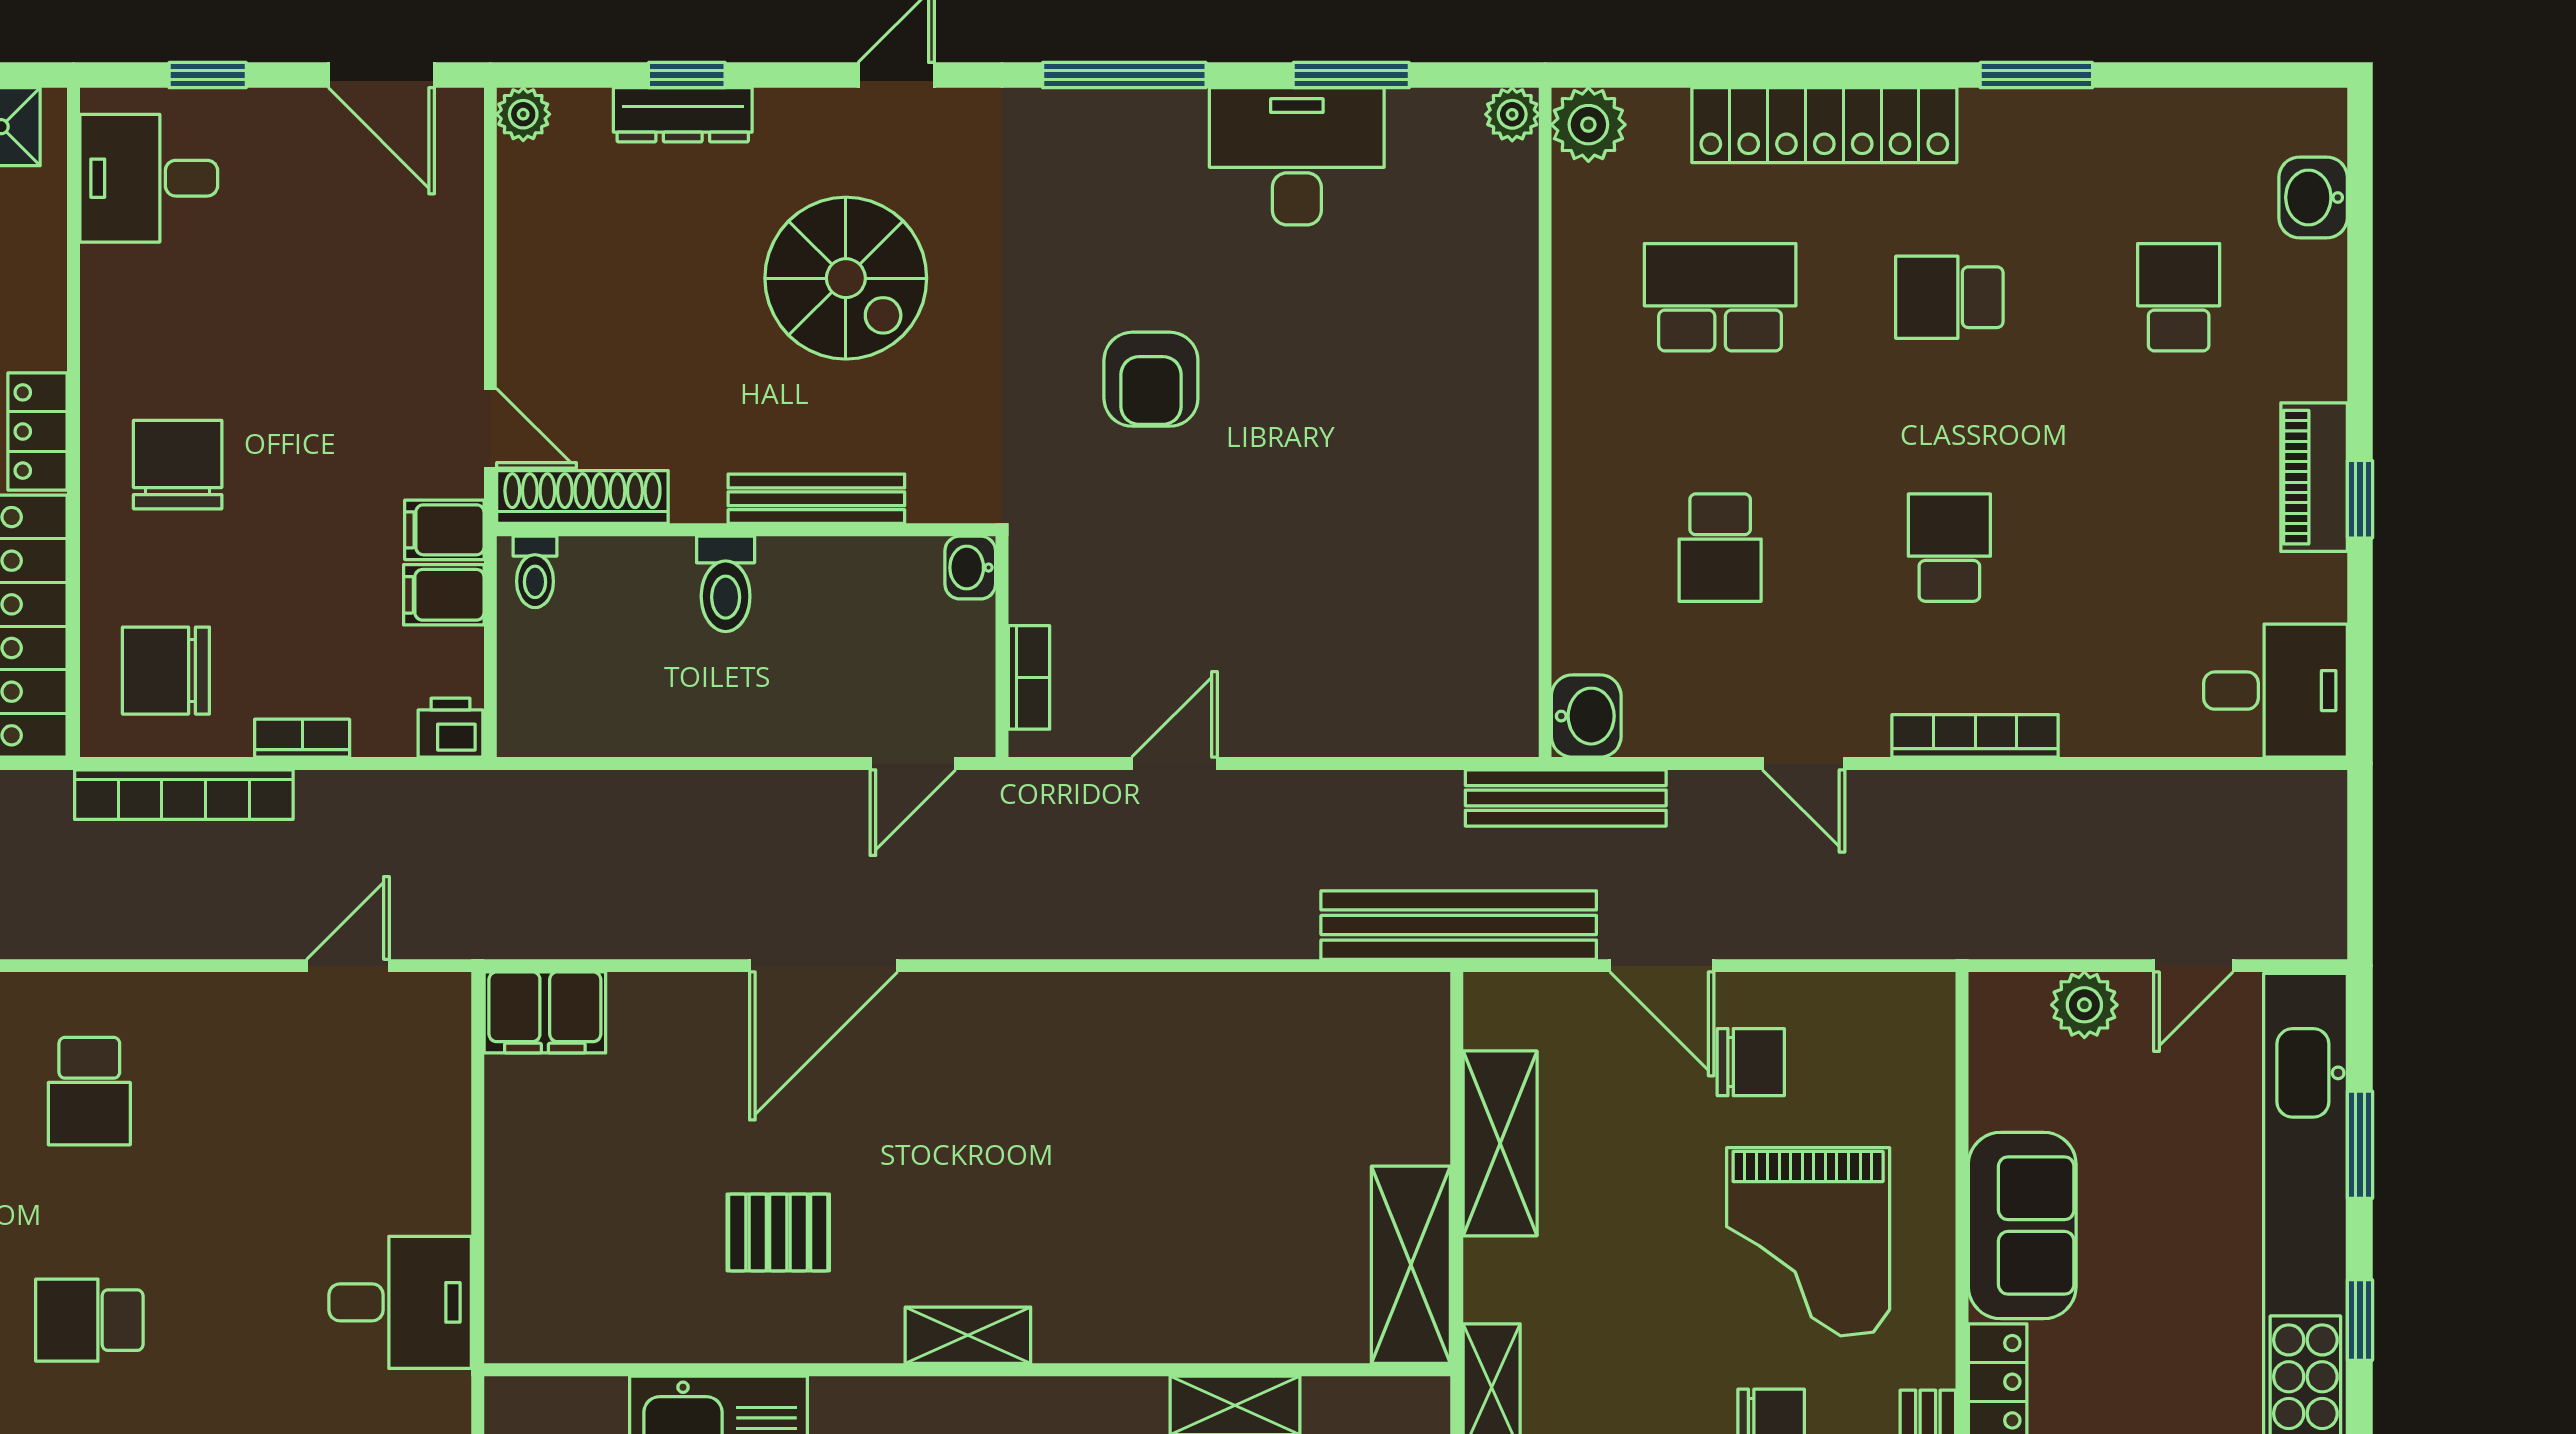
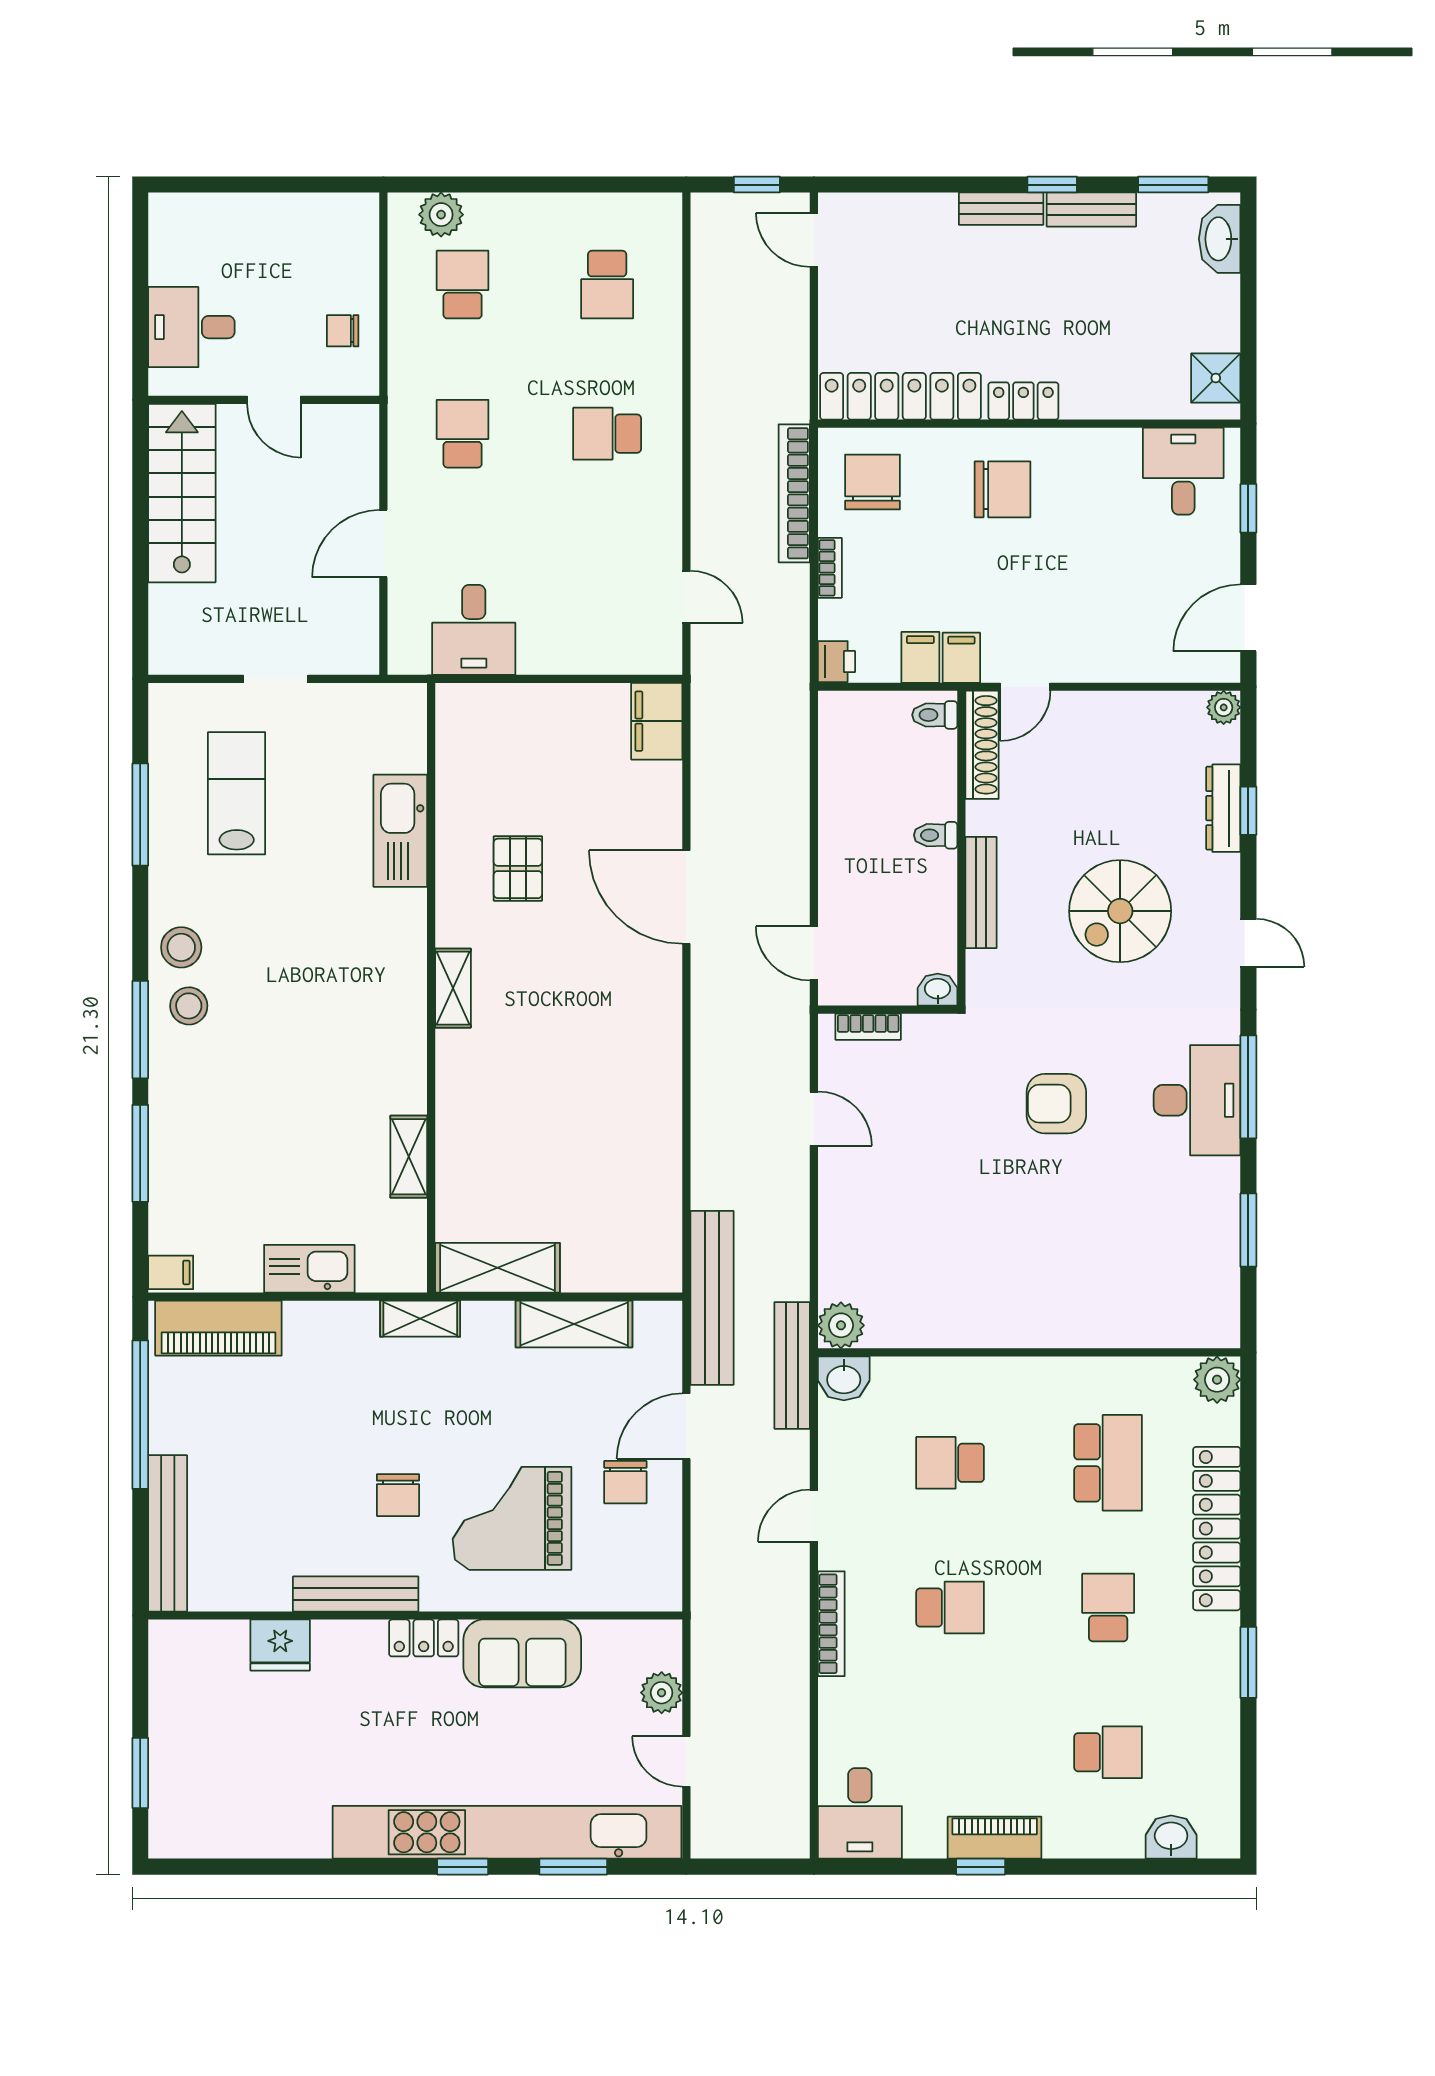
plant: (1512, 114) -> (841, 1325), moved, width x1.38, depth x1.38
desk: (1297, 156) -> (1197, 1100), moved
toilet: (726, 584) -> (936, 835), width x0.73, depth x0.72

